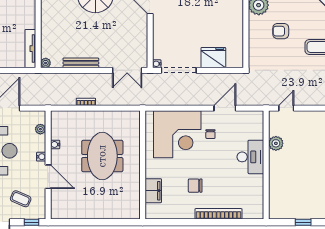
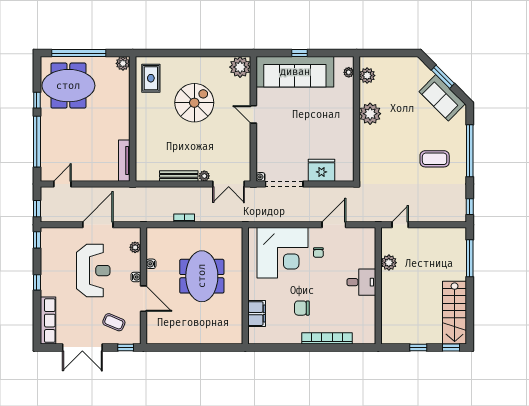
armchair: (281, 31) -> (394, 142), removed
plant: (46, 63) -> (204, 176), moved
desk: (250, 157) -> (361, 282), width x0.73

